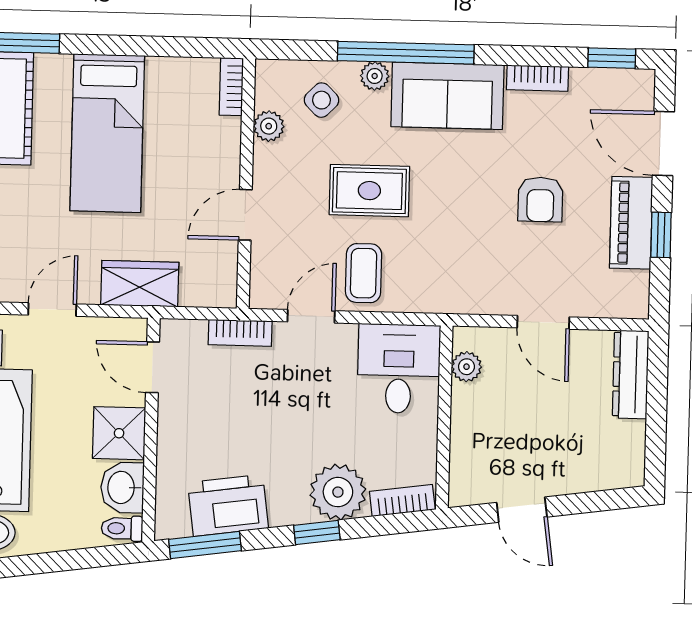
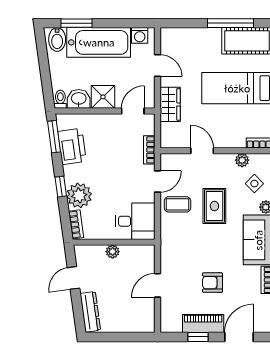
door: (311, 316) -> (158, 181), hinge flipped
plant: (467, 367) -> (113, 252), moved
dresser: (631, 374) -> (90, 312), moved, turned 82

